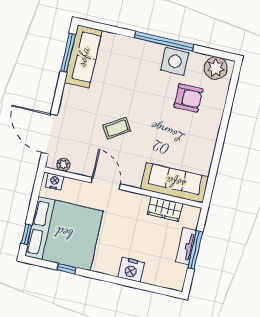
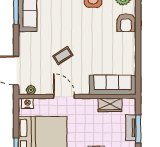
armchair: (188, 98) -> (126, 23), moved, turned 90

